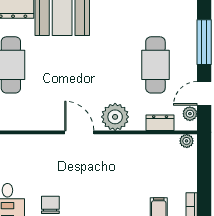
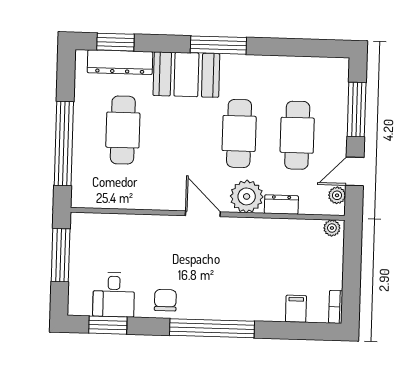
cafe table: (107, 65) -> (239, 133), added
dresser: (160, 123) -> (281, 205), moved

